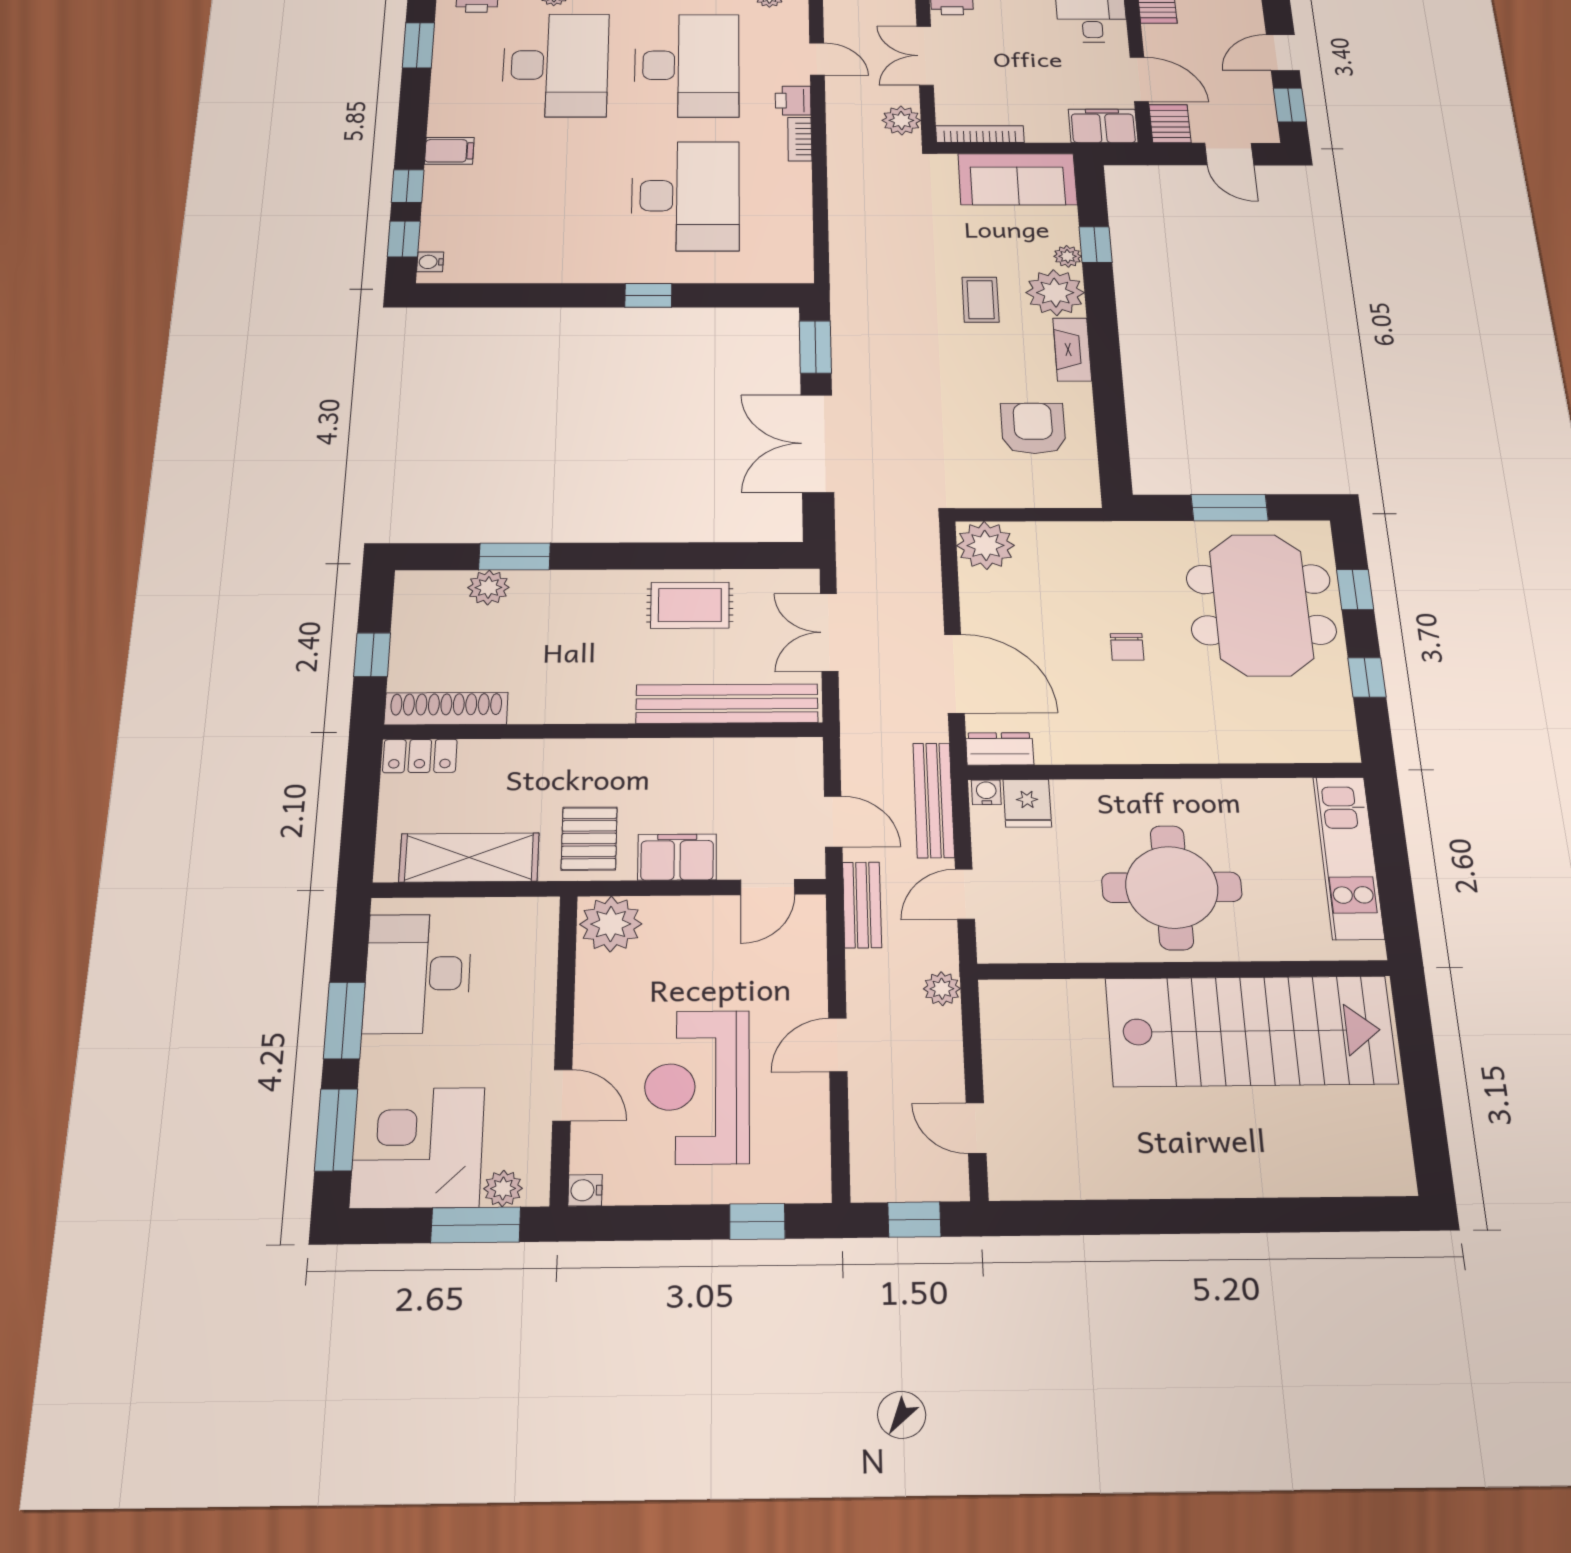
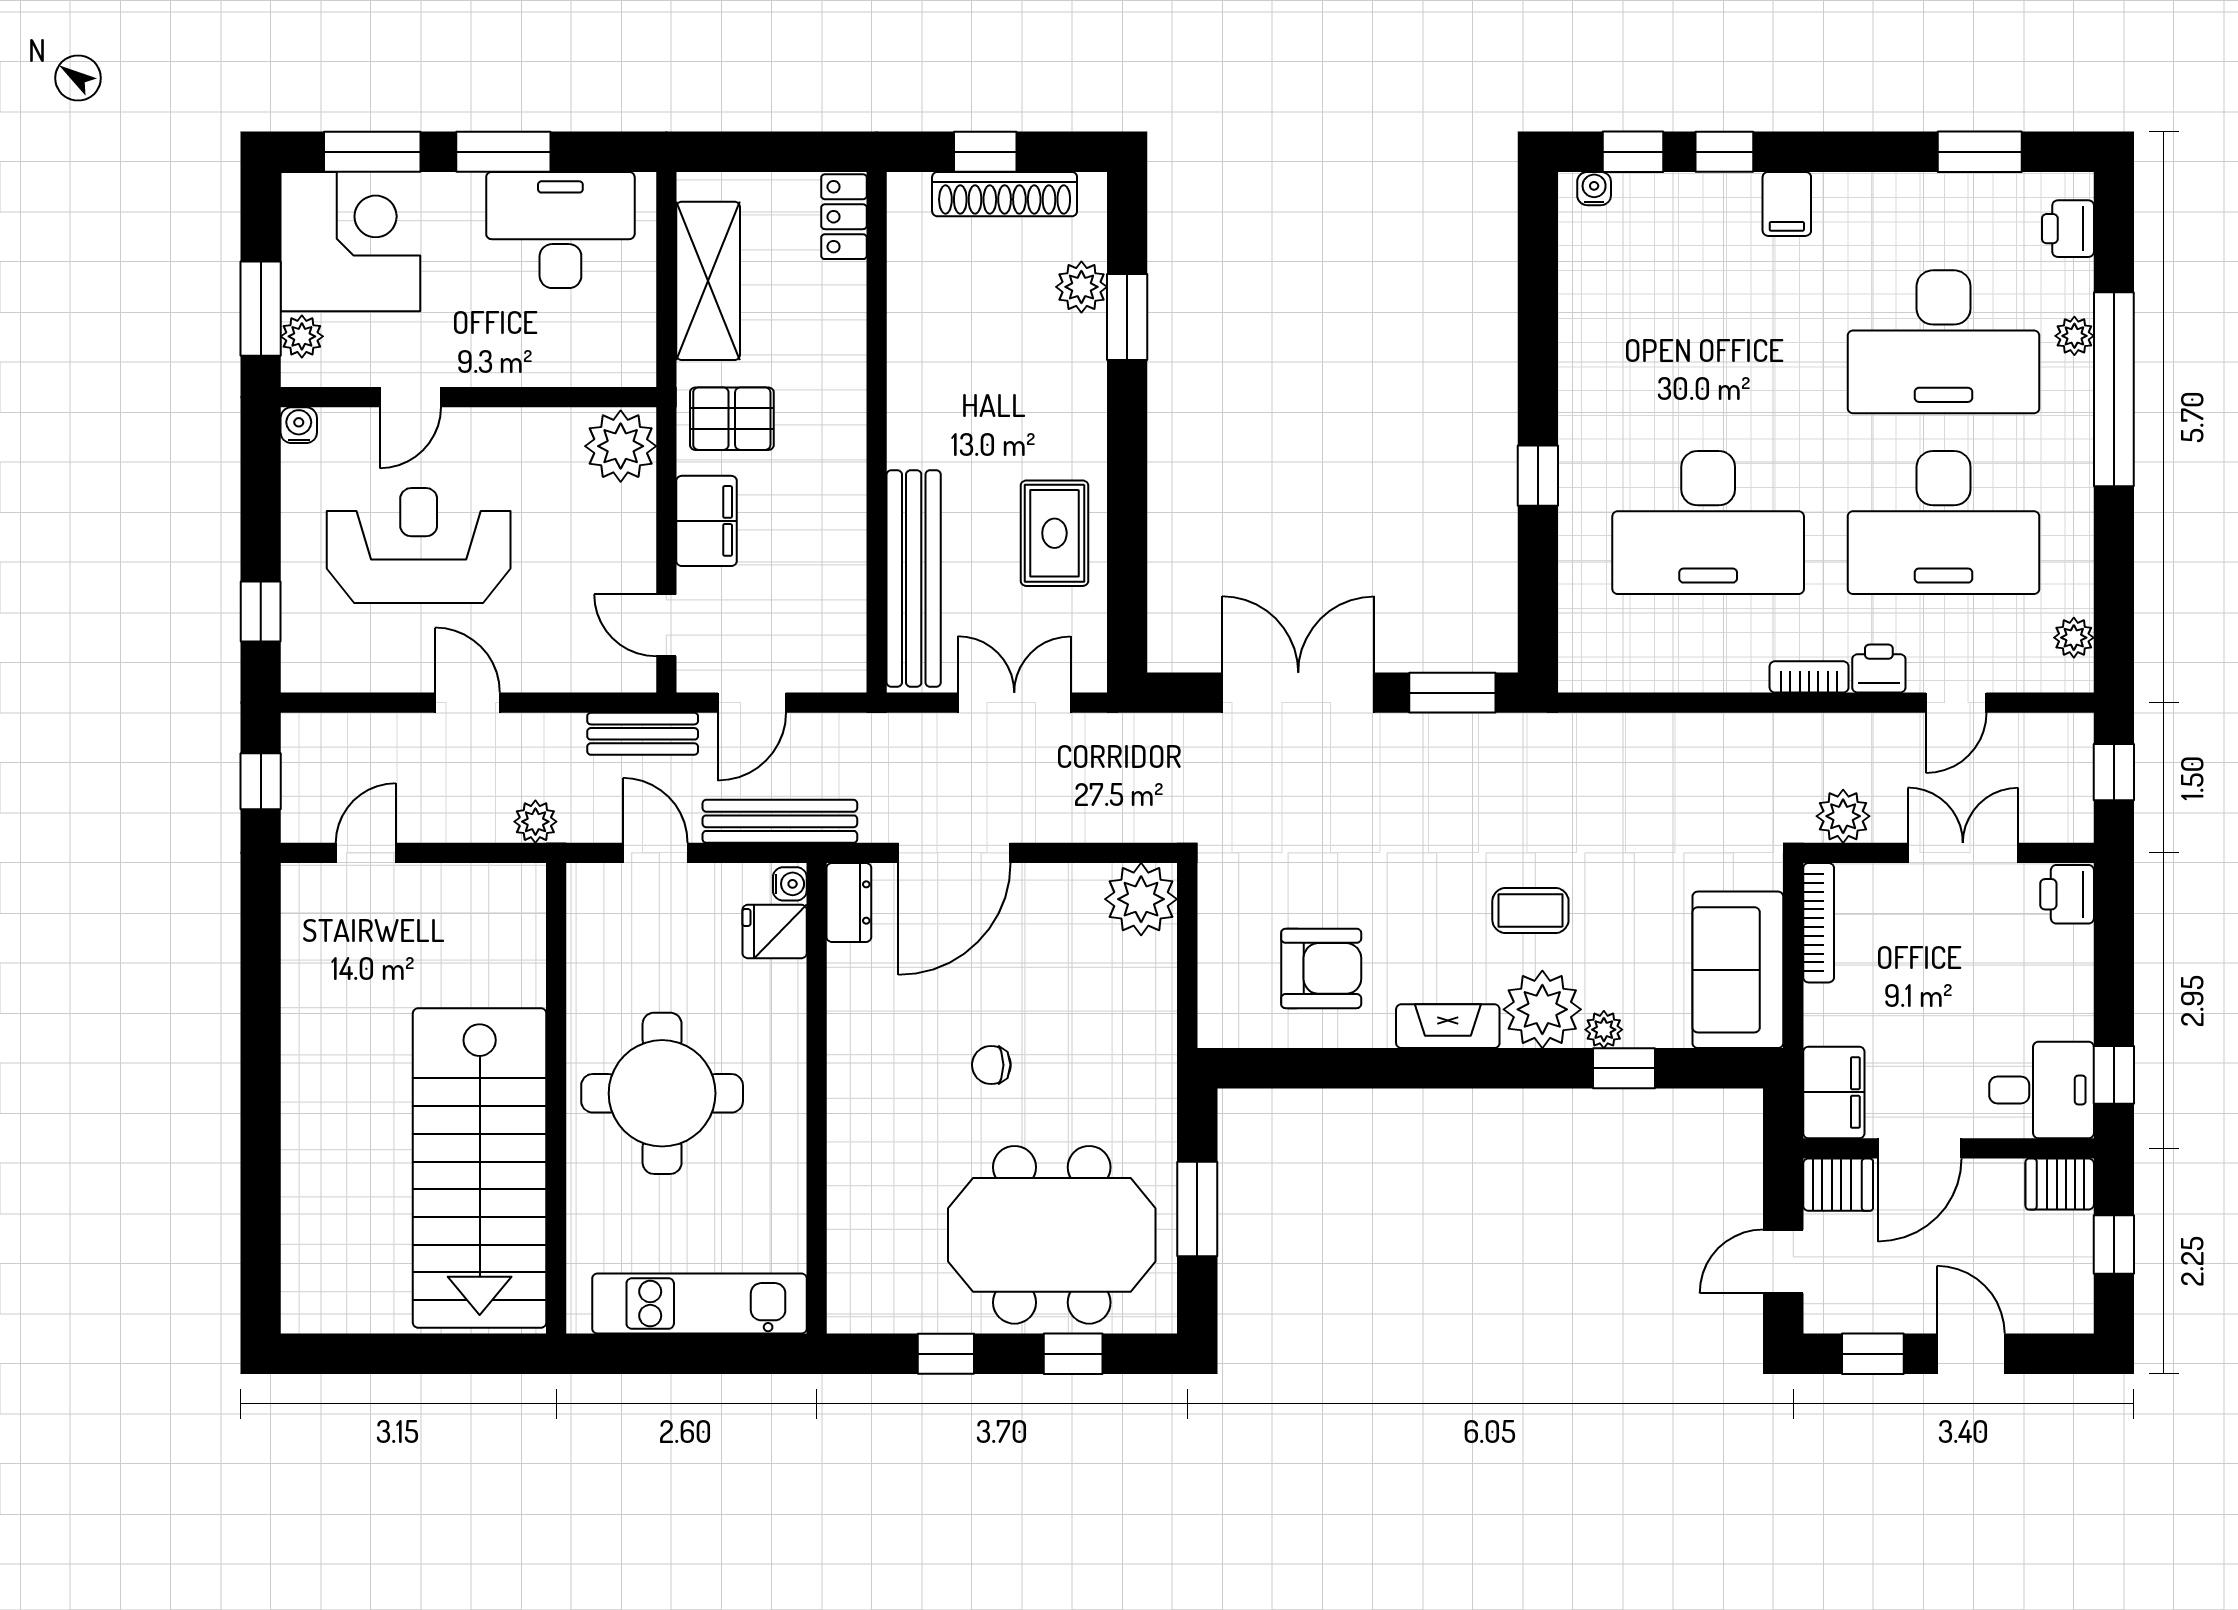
shoe rack: (446, 709) -> (1005, 194), moved, turned 90

